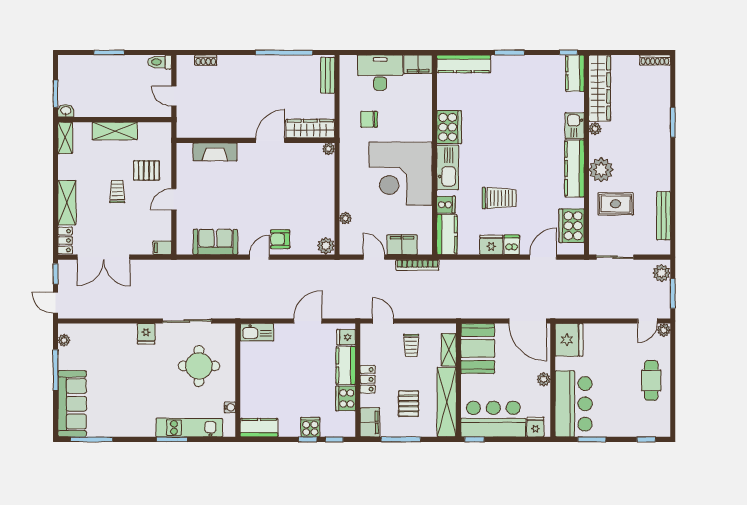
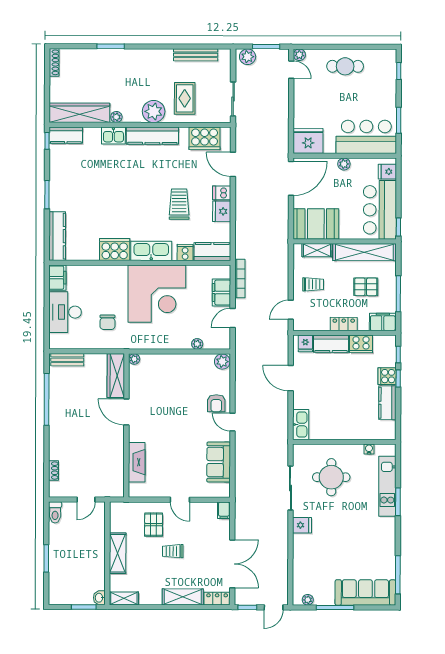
kitchen counter: (259, 428) -> (387, 403), moved

